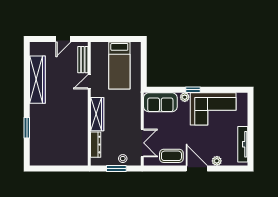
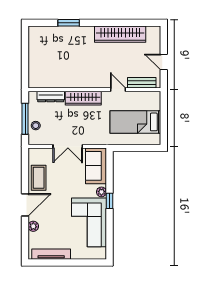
double door: (142, 143) -> (68, 146), moved
window: (116, 169) -> (25, 119), width x1.44

